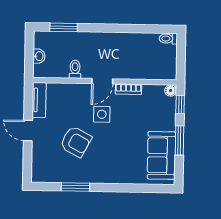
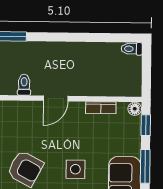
bookcase: (128, 89) -> (101, 108), moved
side table: (102, 114) -> (75, 169), moved

